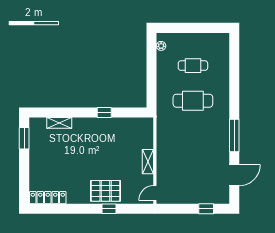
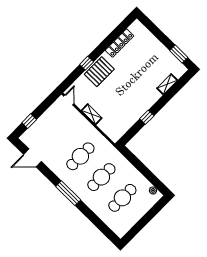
cafe table: (193, 66) -> (122, 198), width x1.37, depth x1.35
cafe table: (193, 136) -> (80, 156), added
window: (234, 136) -> (68, 193), moved
door: (234, 175) -> (33, 158), hinge flipped
locker: (48, 198) -> (120, 43), moved

